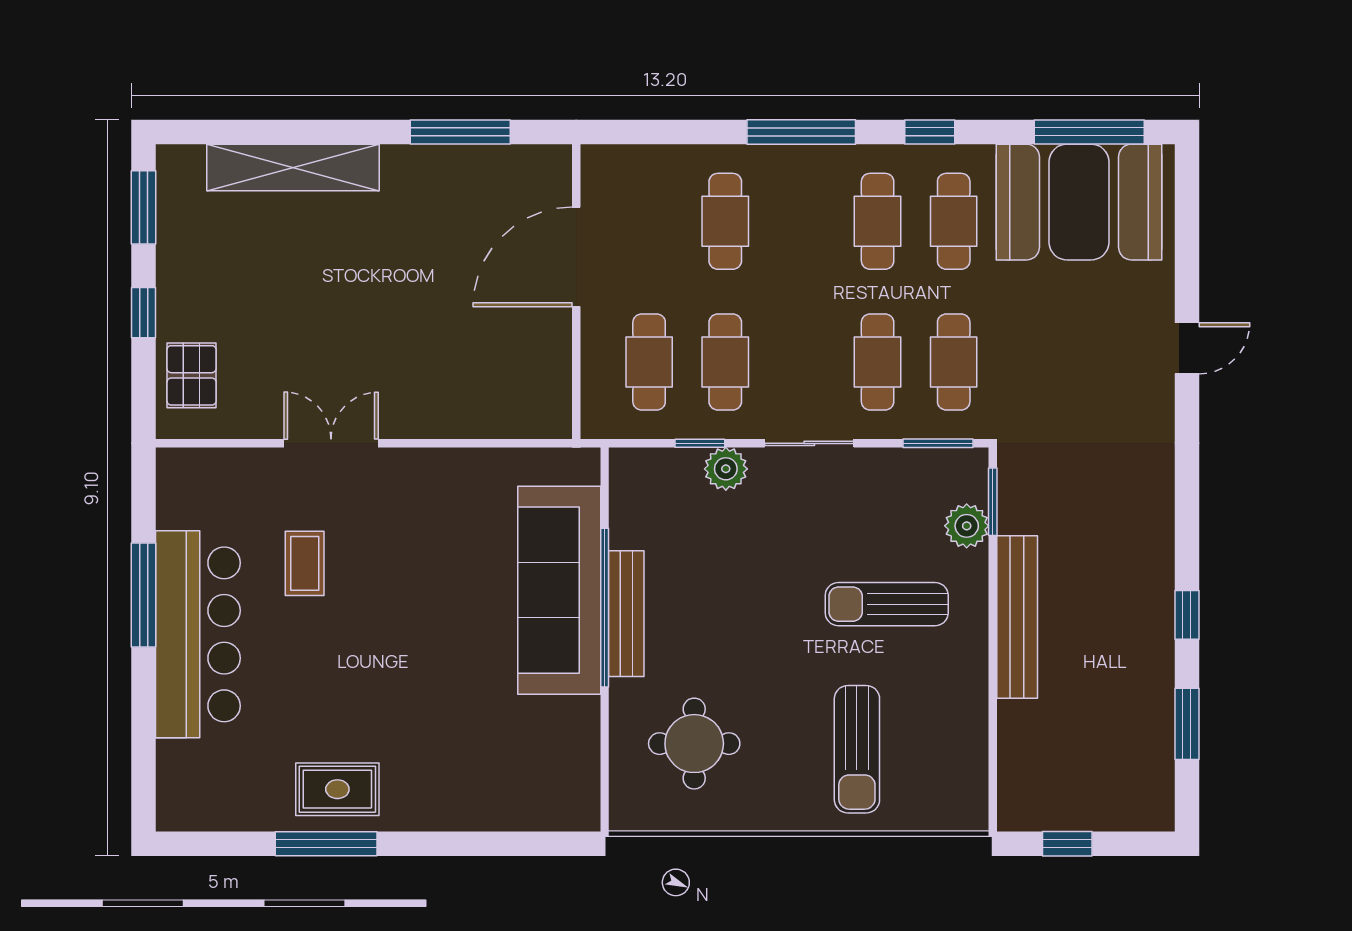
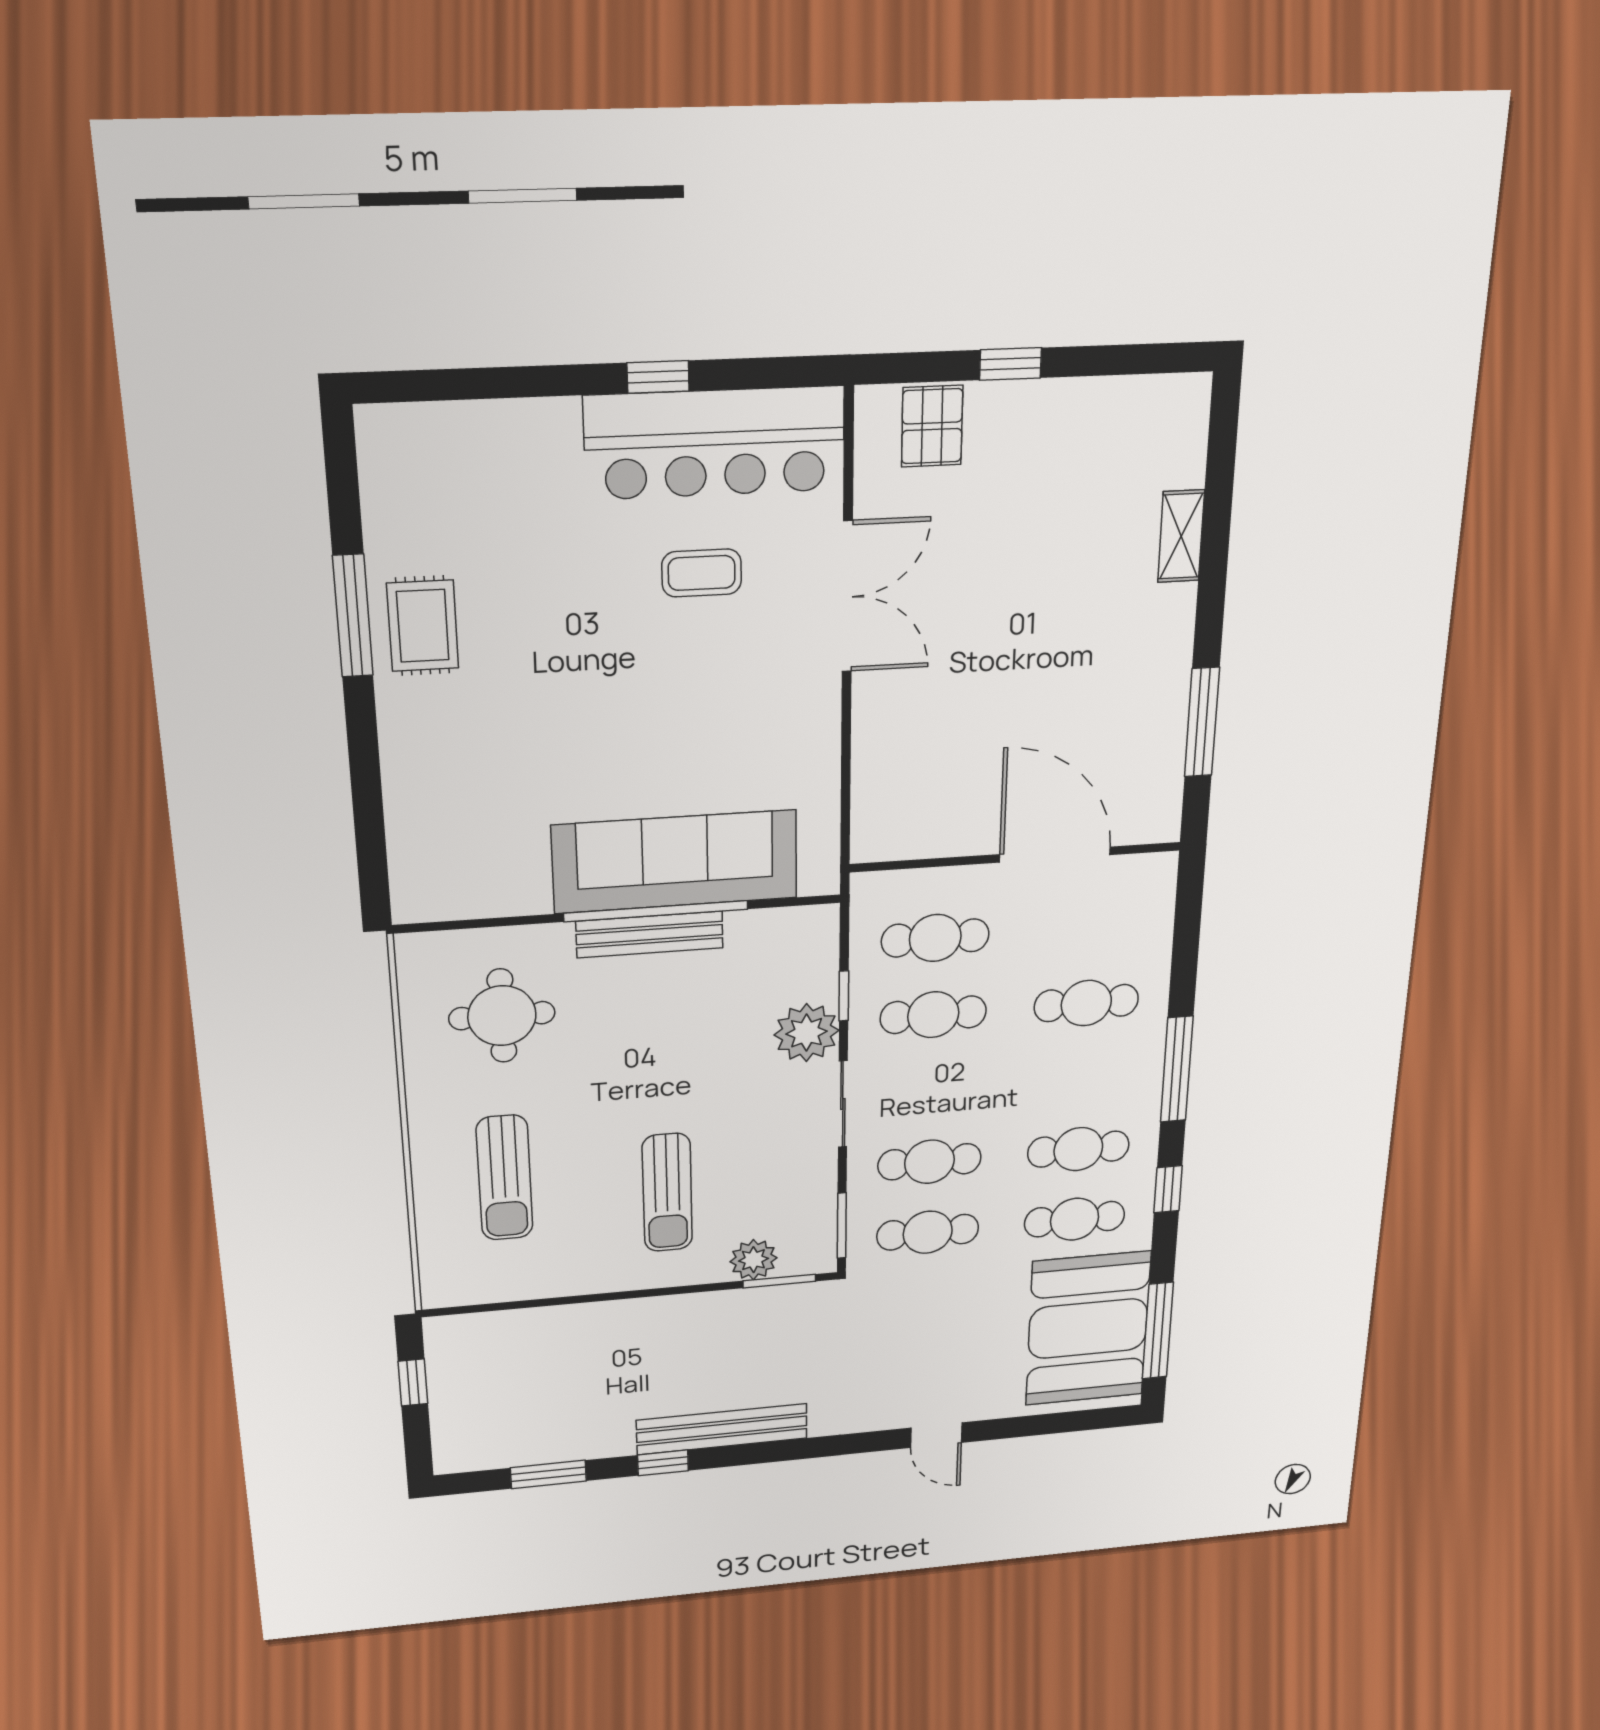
shelving: (293, 167) -> (1181, 536), width x0.45, depth x0.75
window: (144, 207) -> (1138, 359), removed
pallet: (192, 375) -> (932, 426), turned 90
double door: (331, 443) -> (847, 597), width x1.37
plant: (726, 469) -> (807, 1033), width x1.36, depth x1.36
window: (144, 595) -> (658, 377), width x0.46
sun lounger: (887, 604) -> (667, 1193), turned 180
bench: (1017, 617) -> (722, 1429), moved
bar counter: (198, 634) -> (715, 443), moved
sun lounger: (857, 749) -> (505, 1178), turned -90

